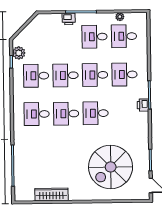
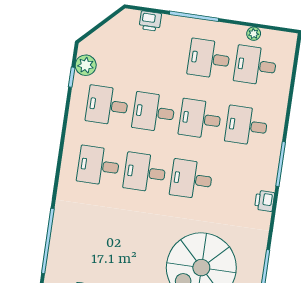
printer: (69, 19) -> (150, 21), moved
printer: (143, 105) -> (264, 201), moved

